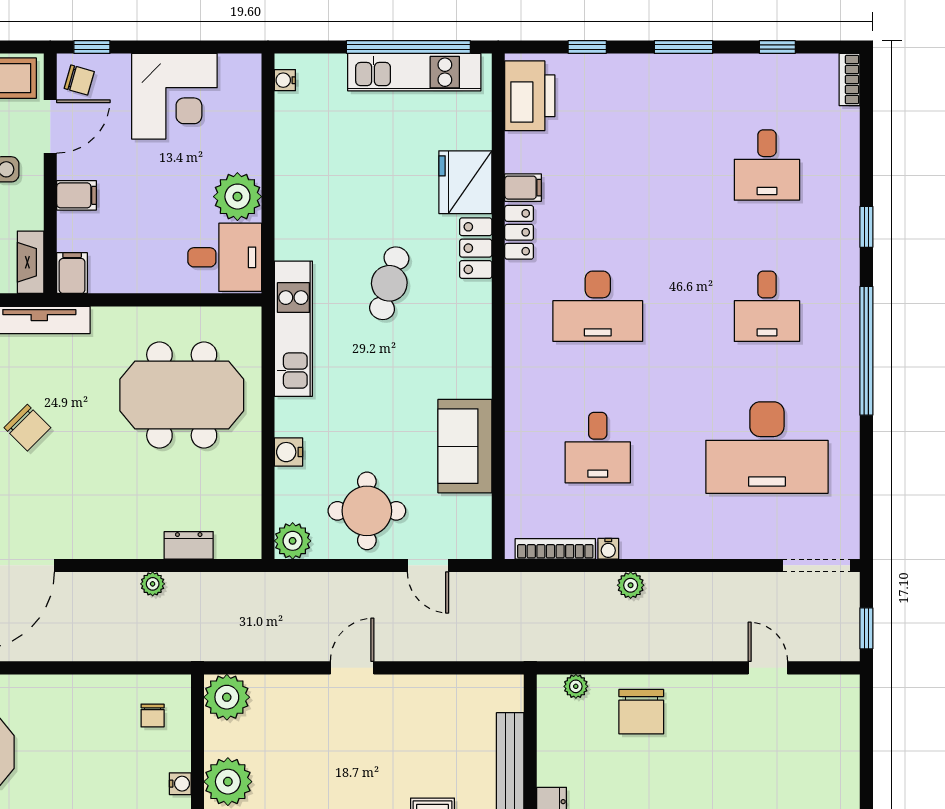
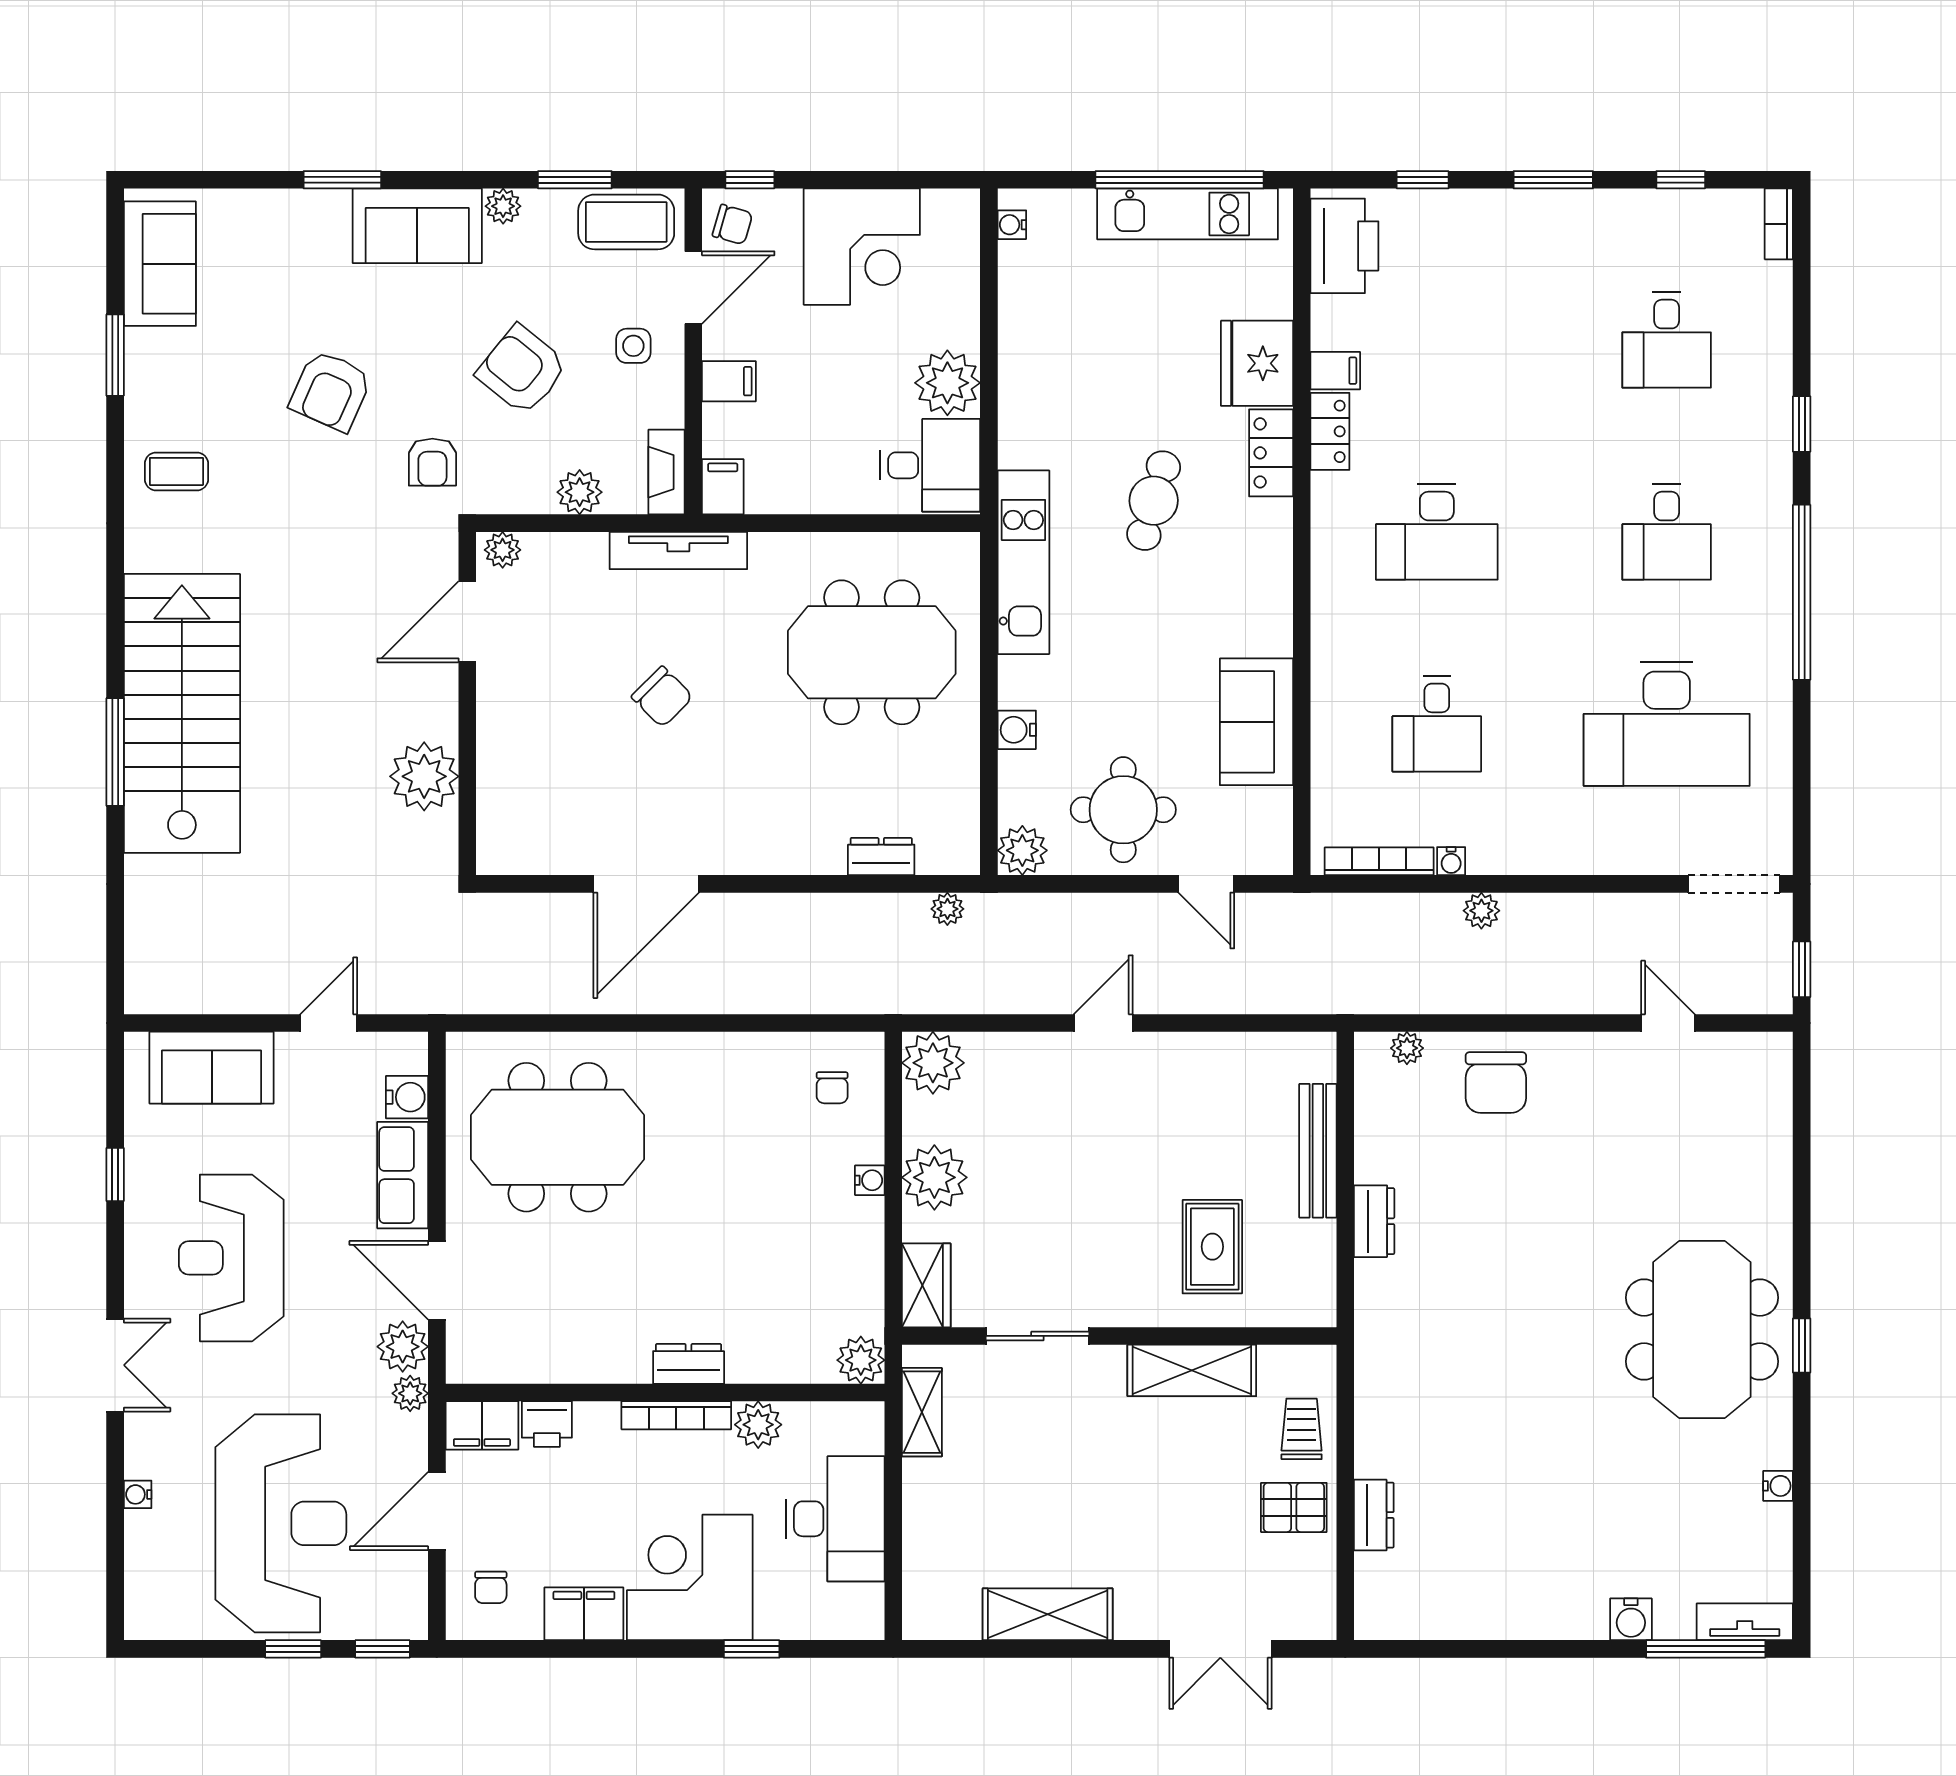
plant: (153, 584) -> (947, 909), moved

